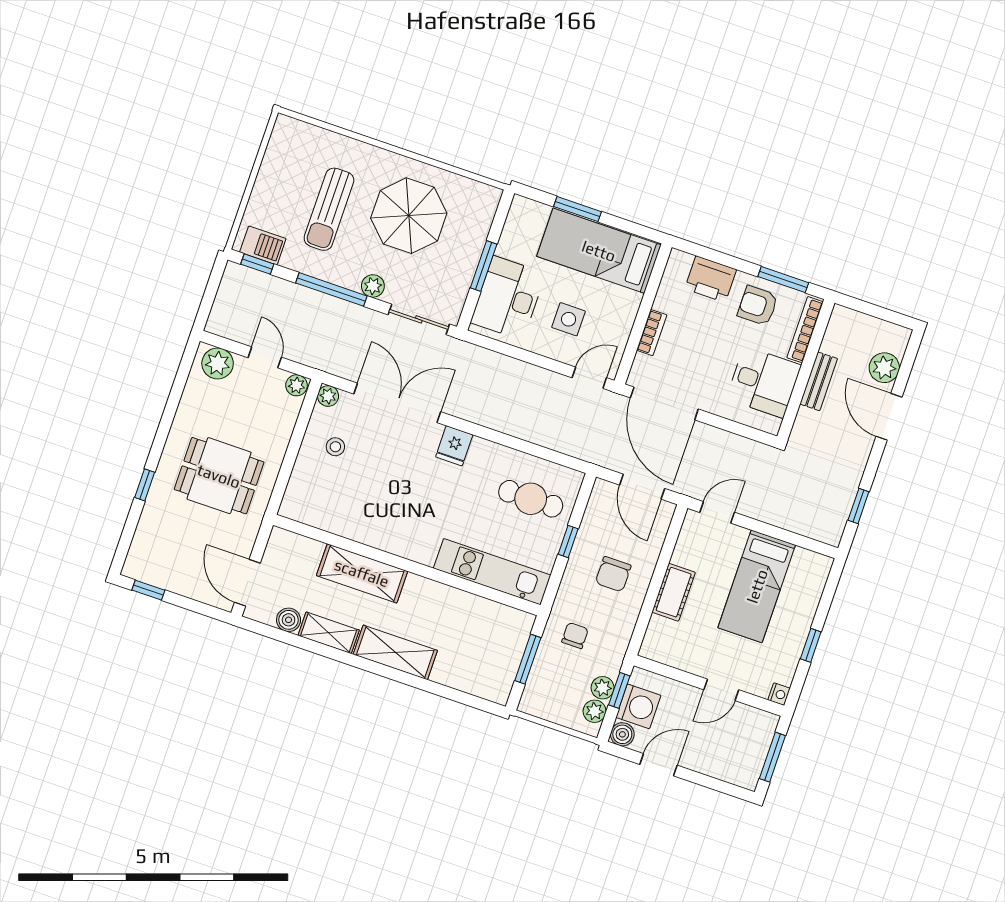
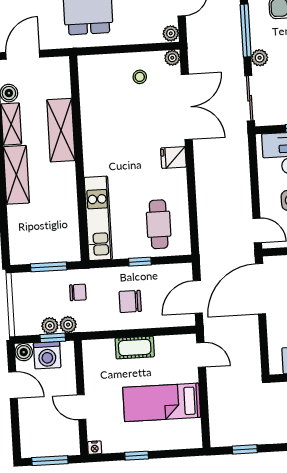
plant: (595, 711) -> (68, 325), moved

